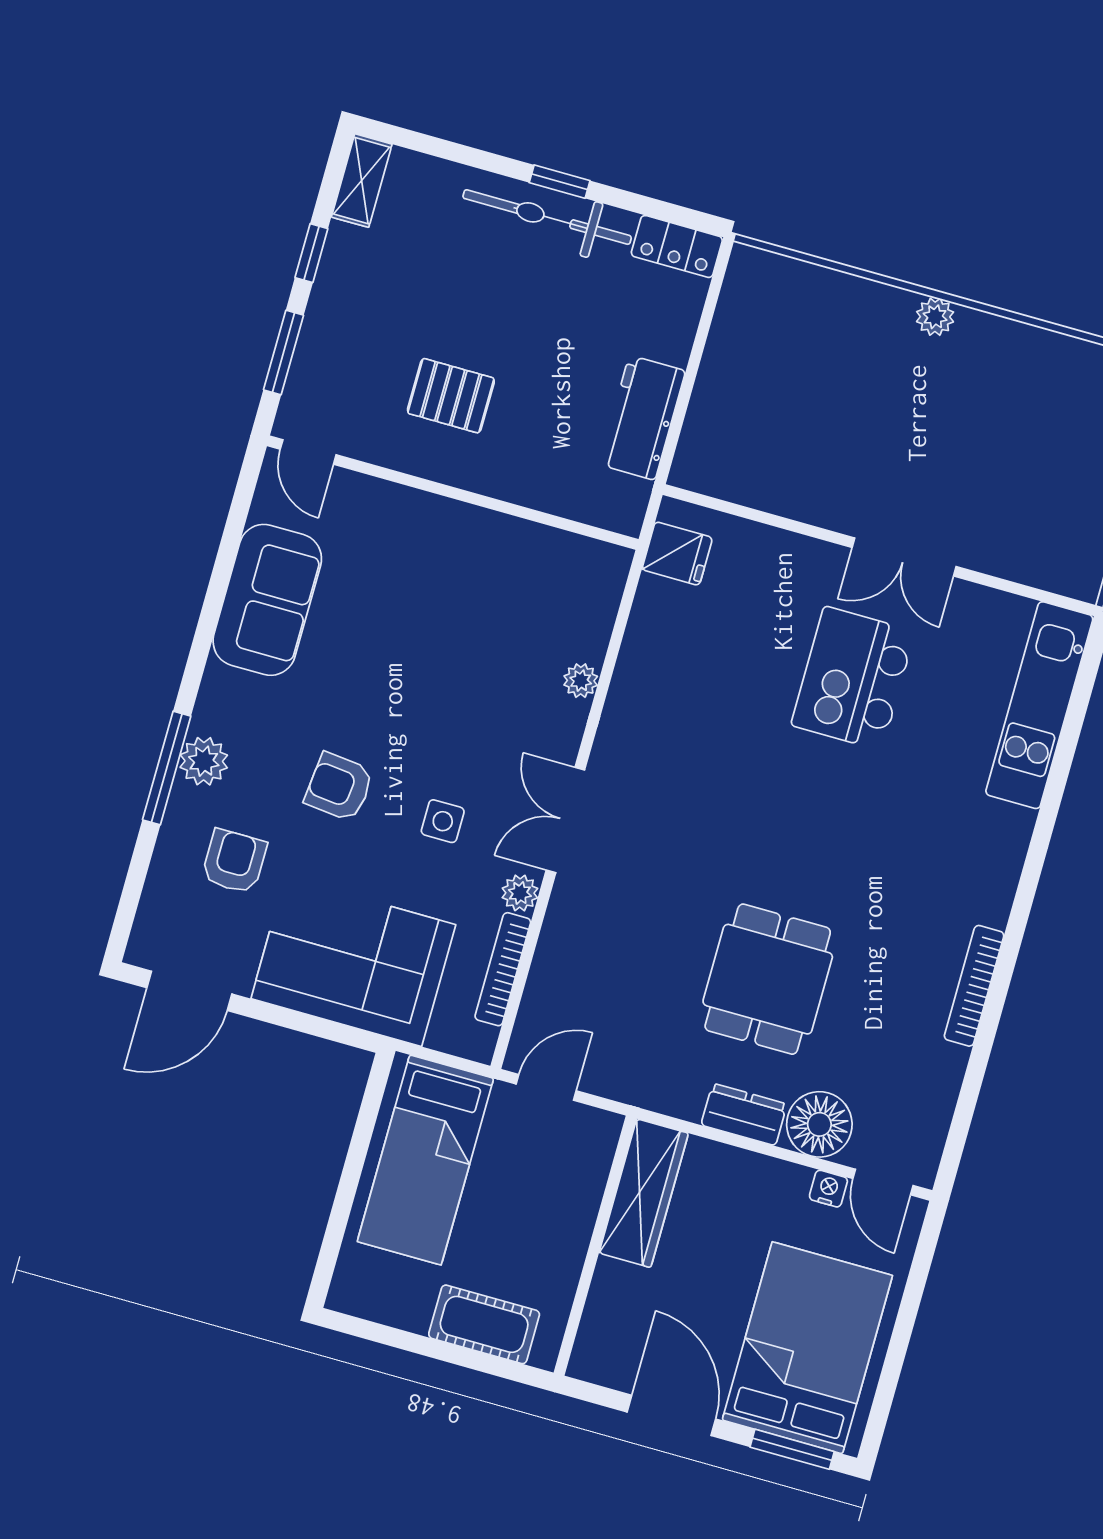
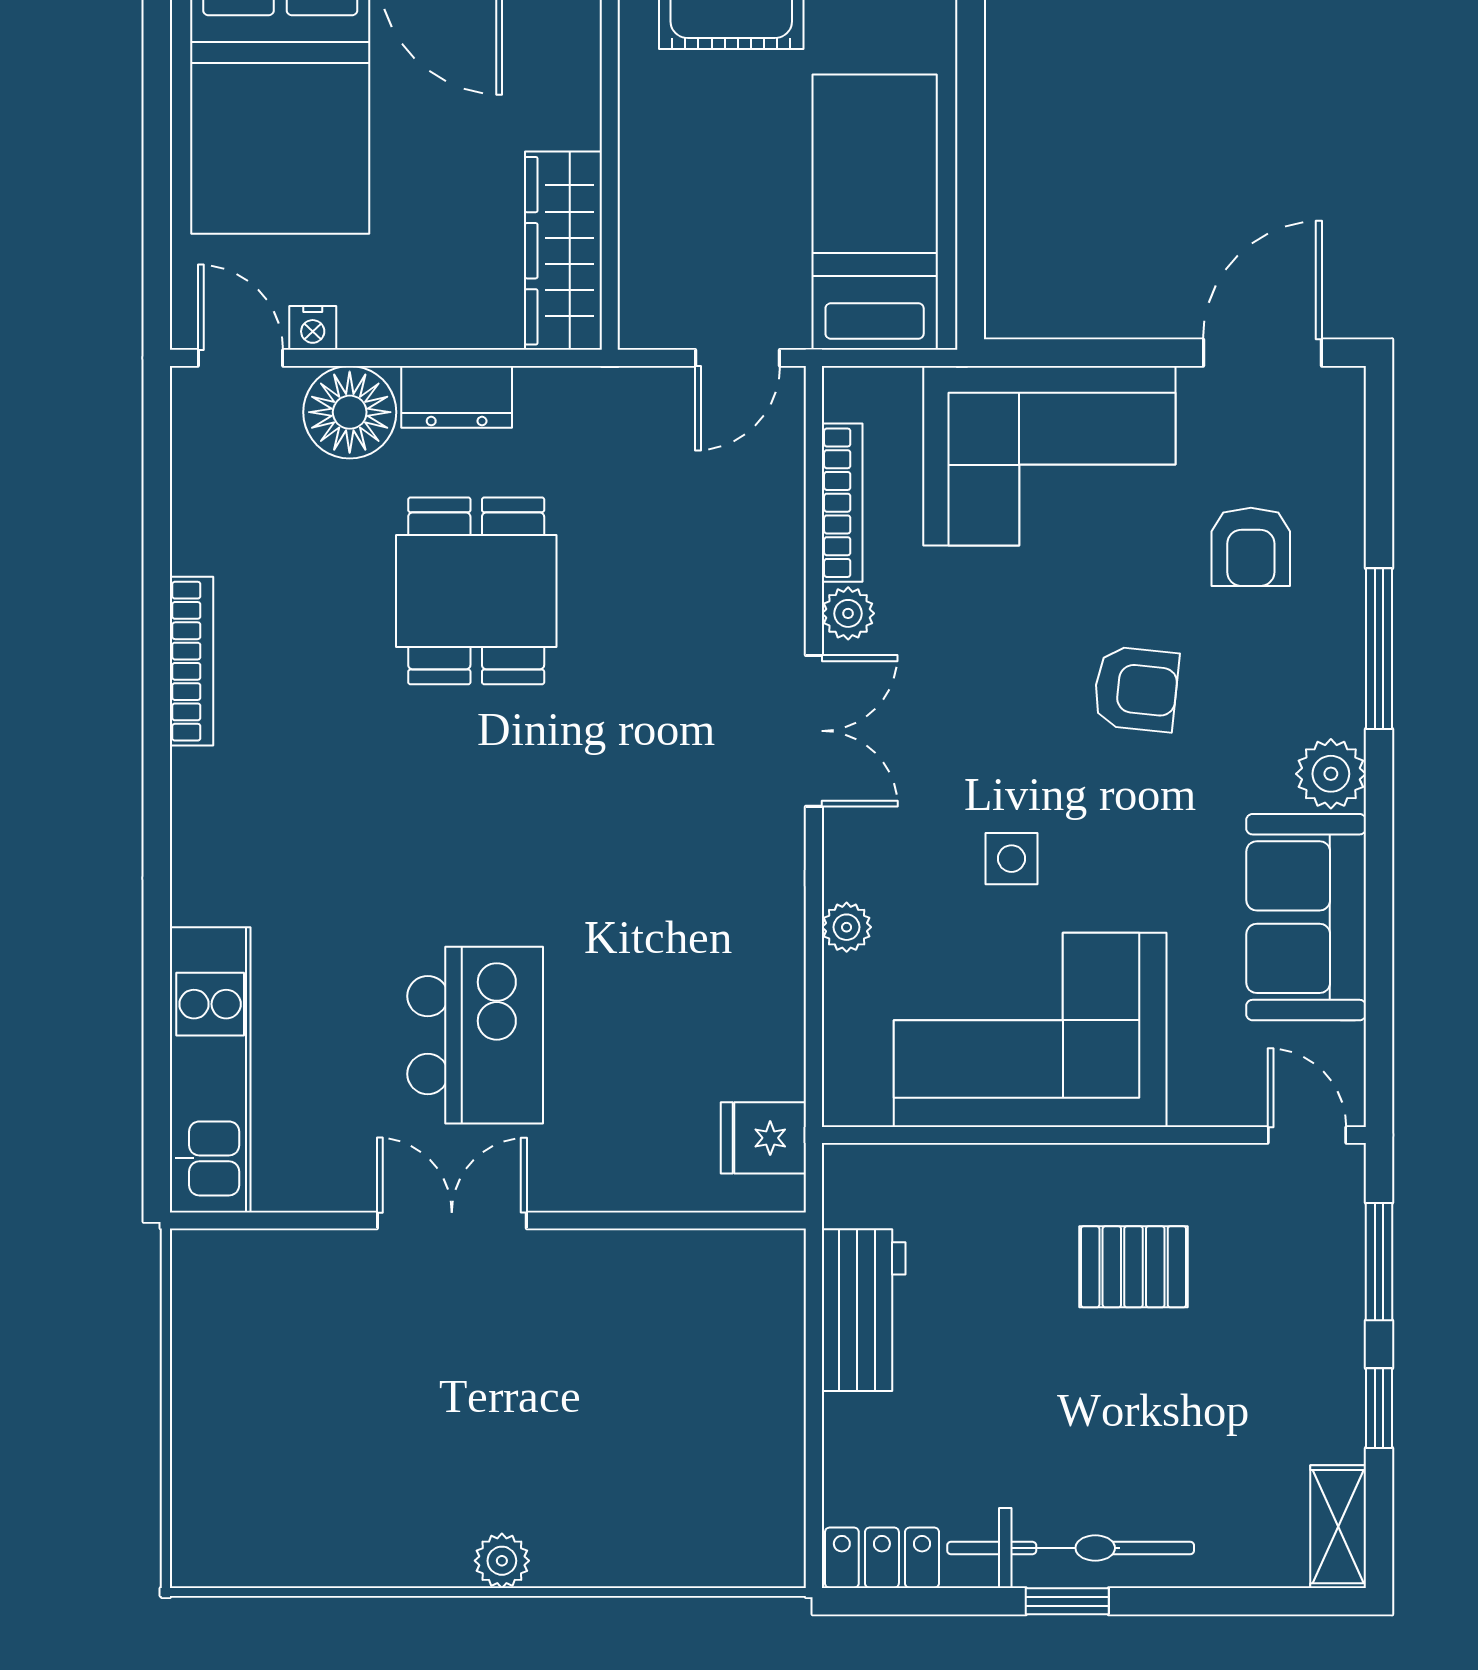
corner sofa: (476, 576) -> (1030, 1030), added
plant: (204, 761) -> (1331, 774), moved
side table: (443, 821) -> (1011, 859), moved

